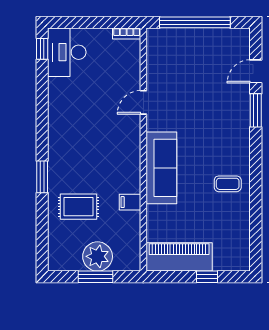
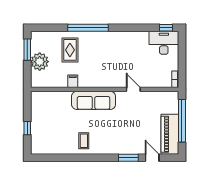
window: (42, 177) -> (88, 28), width x2.11
piano: (179, 257) -> (170, 134), moved, turned 180
window: (95, 277) -> (27, 50), moved

